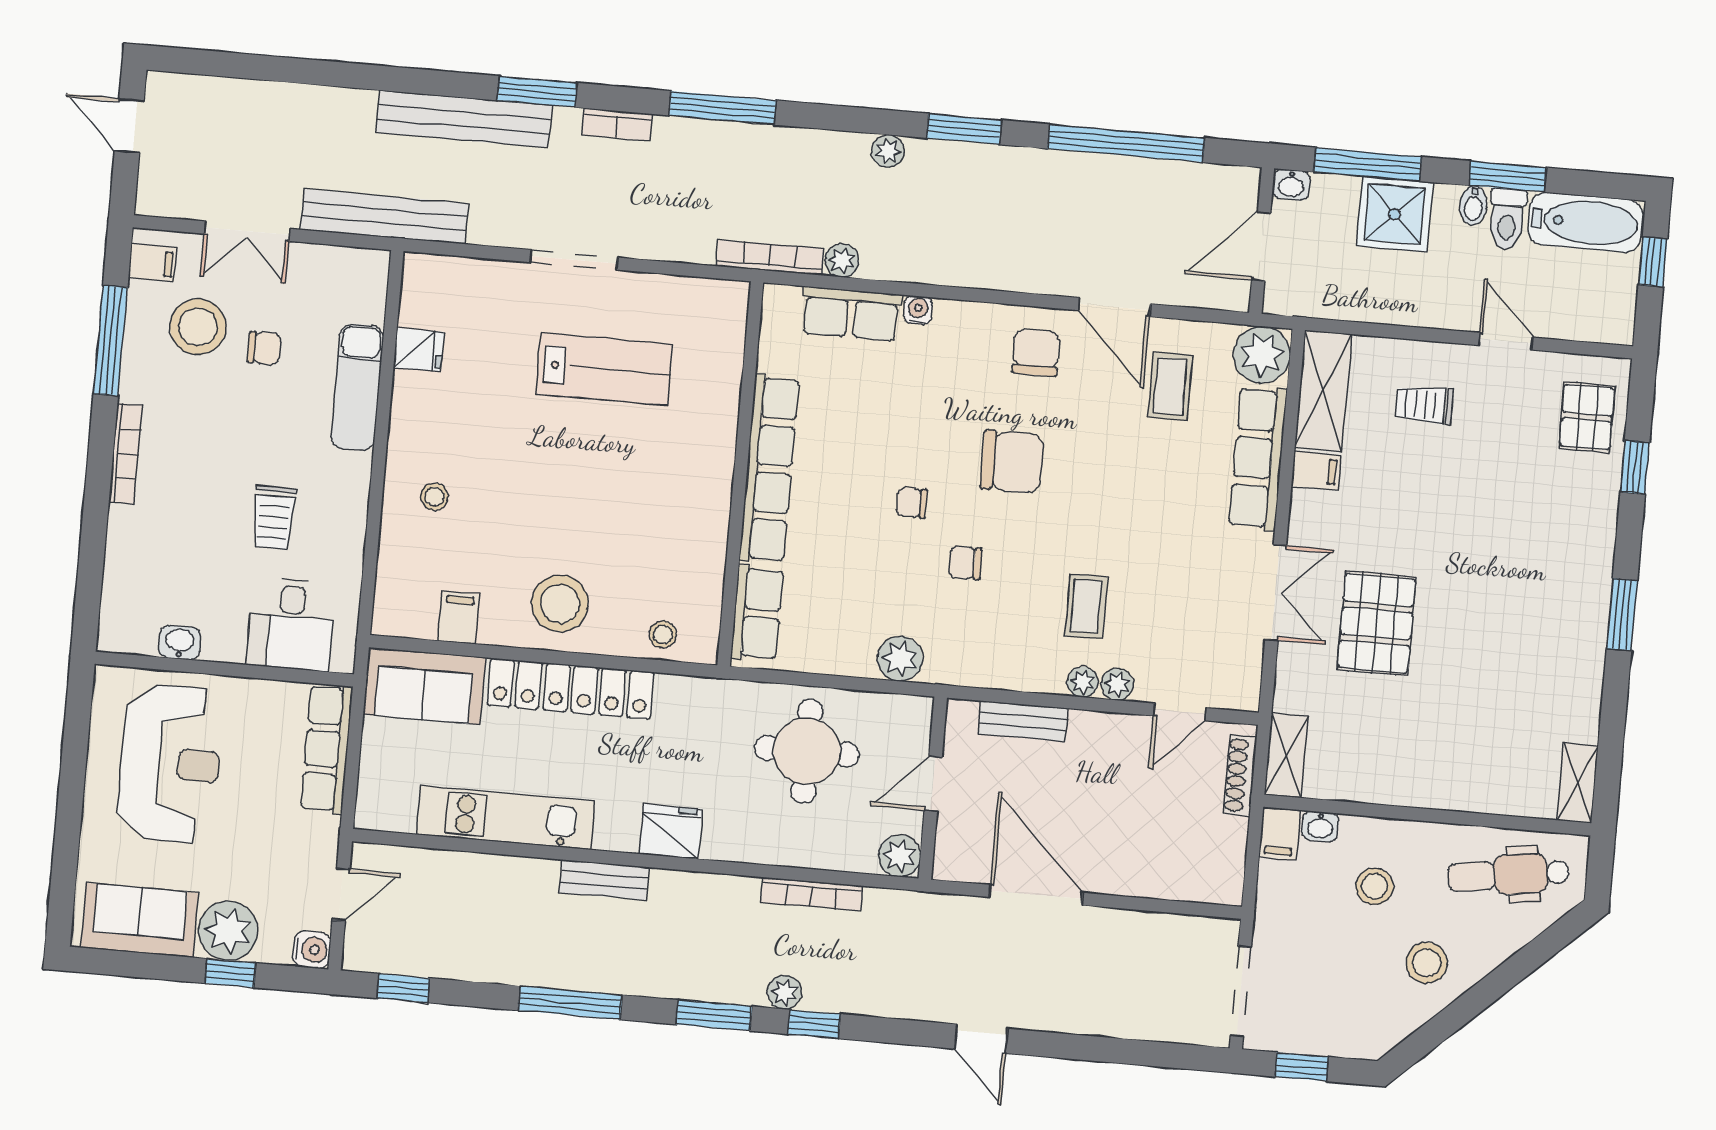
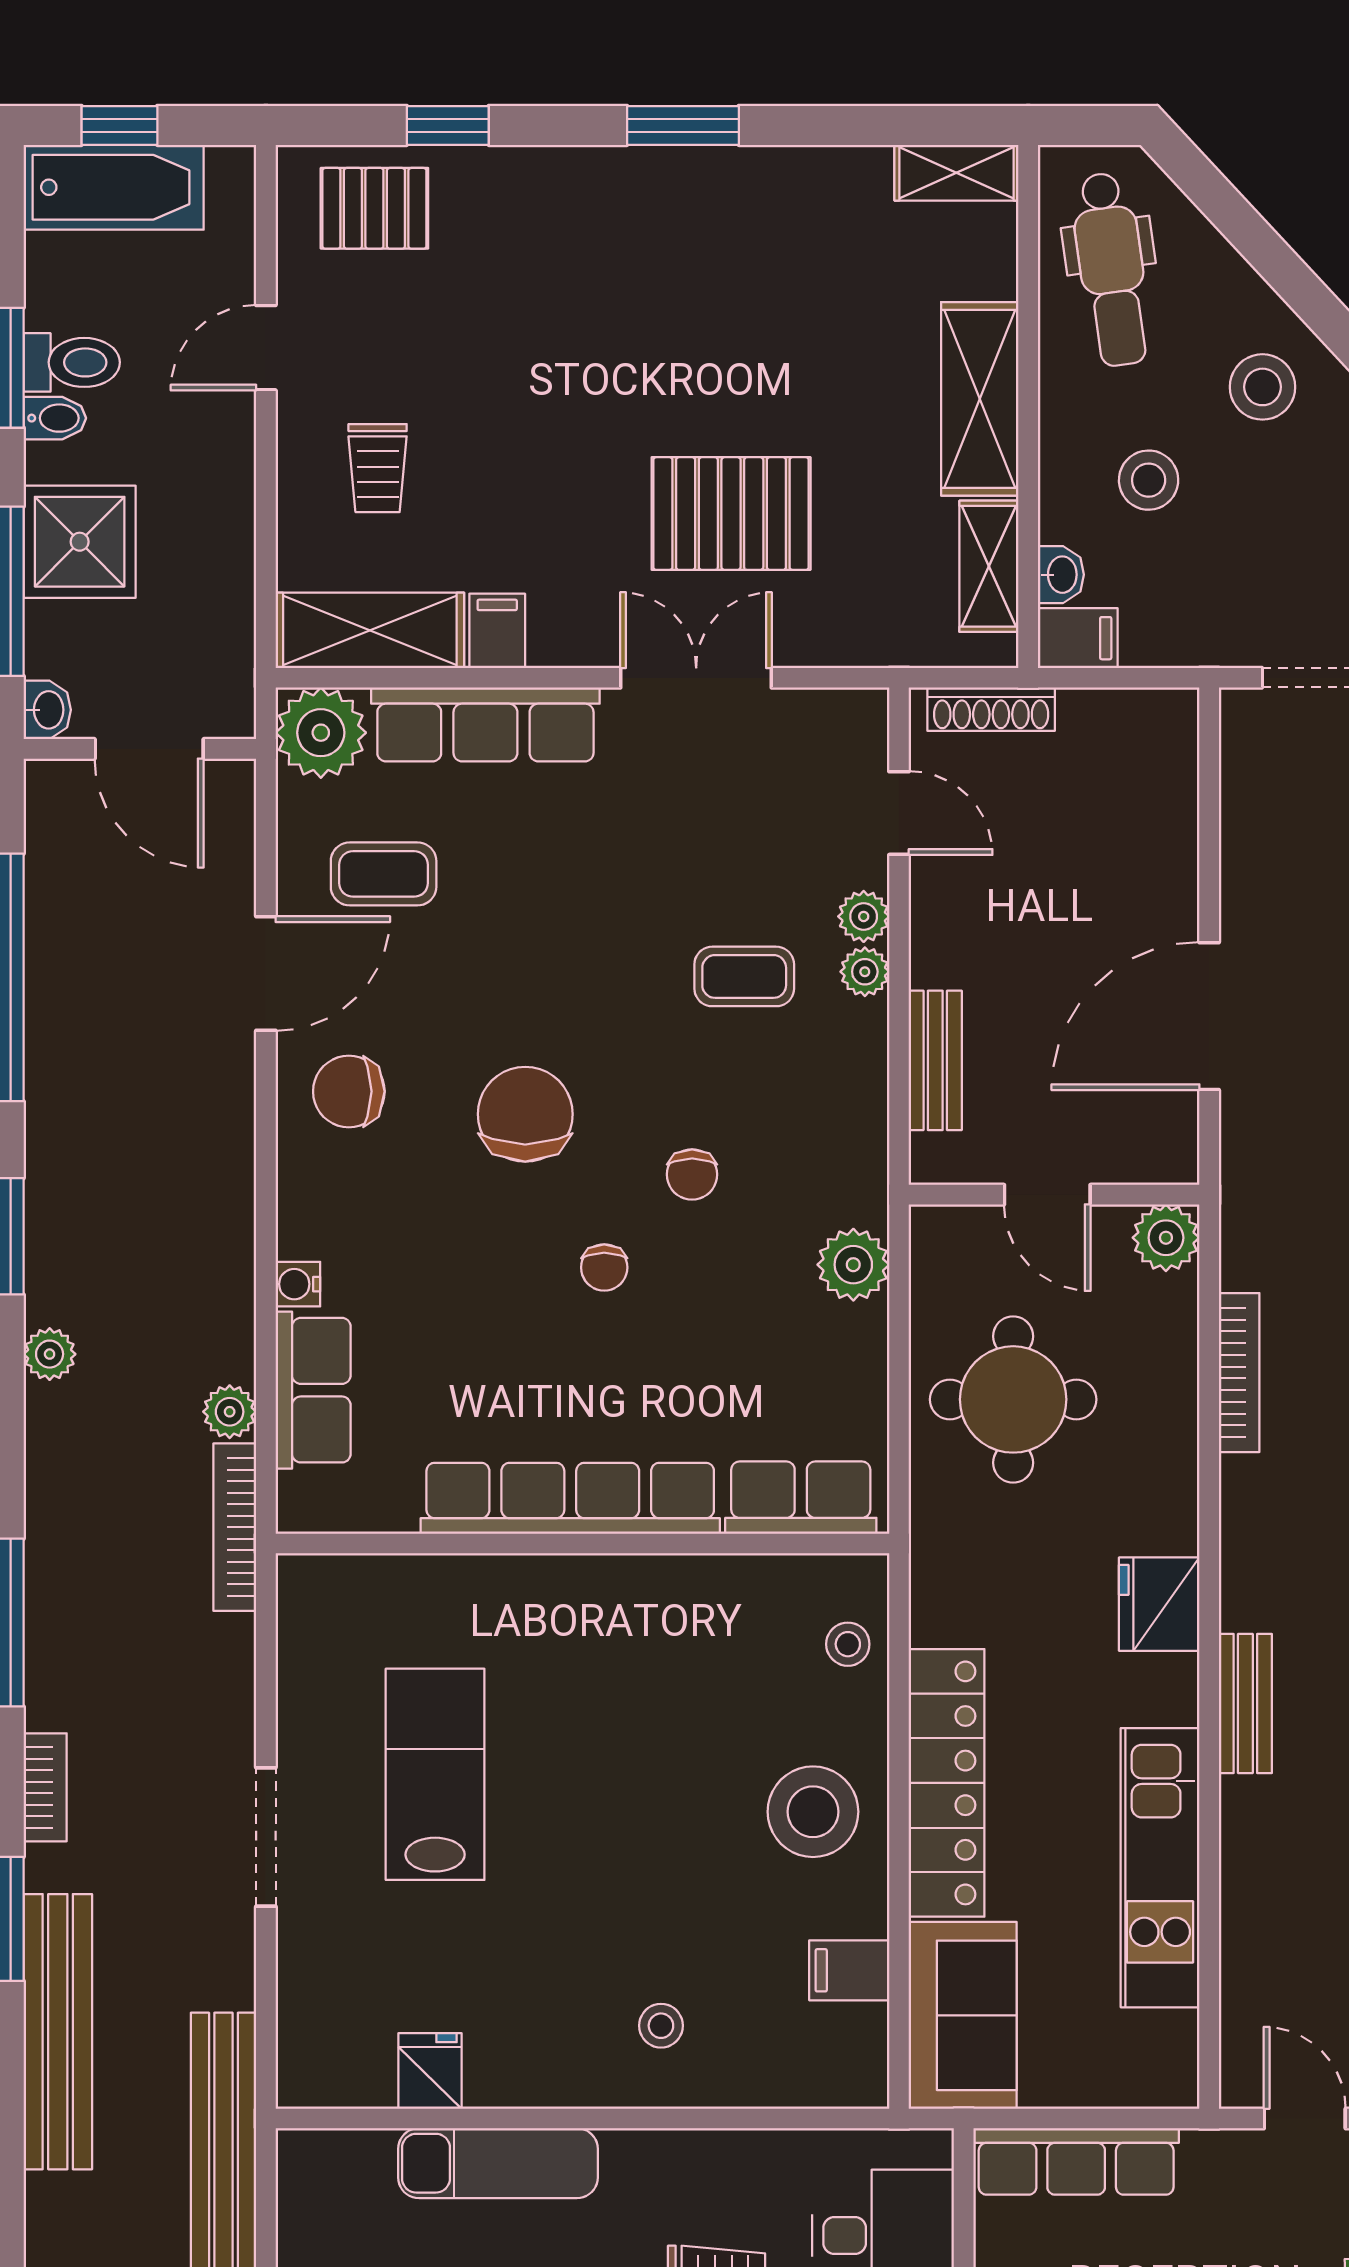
bathtub: (1585, 222) -> (114, 187), moved, turned 90
shelving: (1286, 755) -> (989, 566), moved, turned 90
shelving: (1435, 785) -> (980, 399), added

